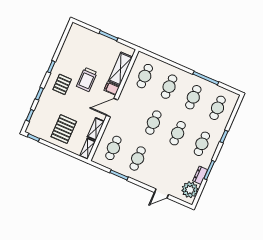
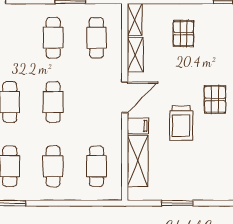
trolley: (87, 80) -> (181, 123), turned 180
pallet: (64, 129) -> (183, 34), width x0.67, depth x0.71

